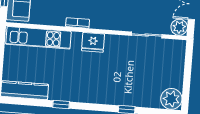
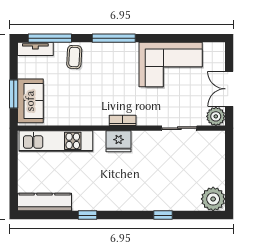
bookcase: (78, 23) -> (123, 120), moved

